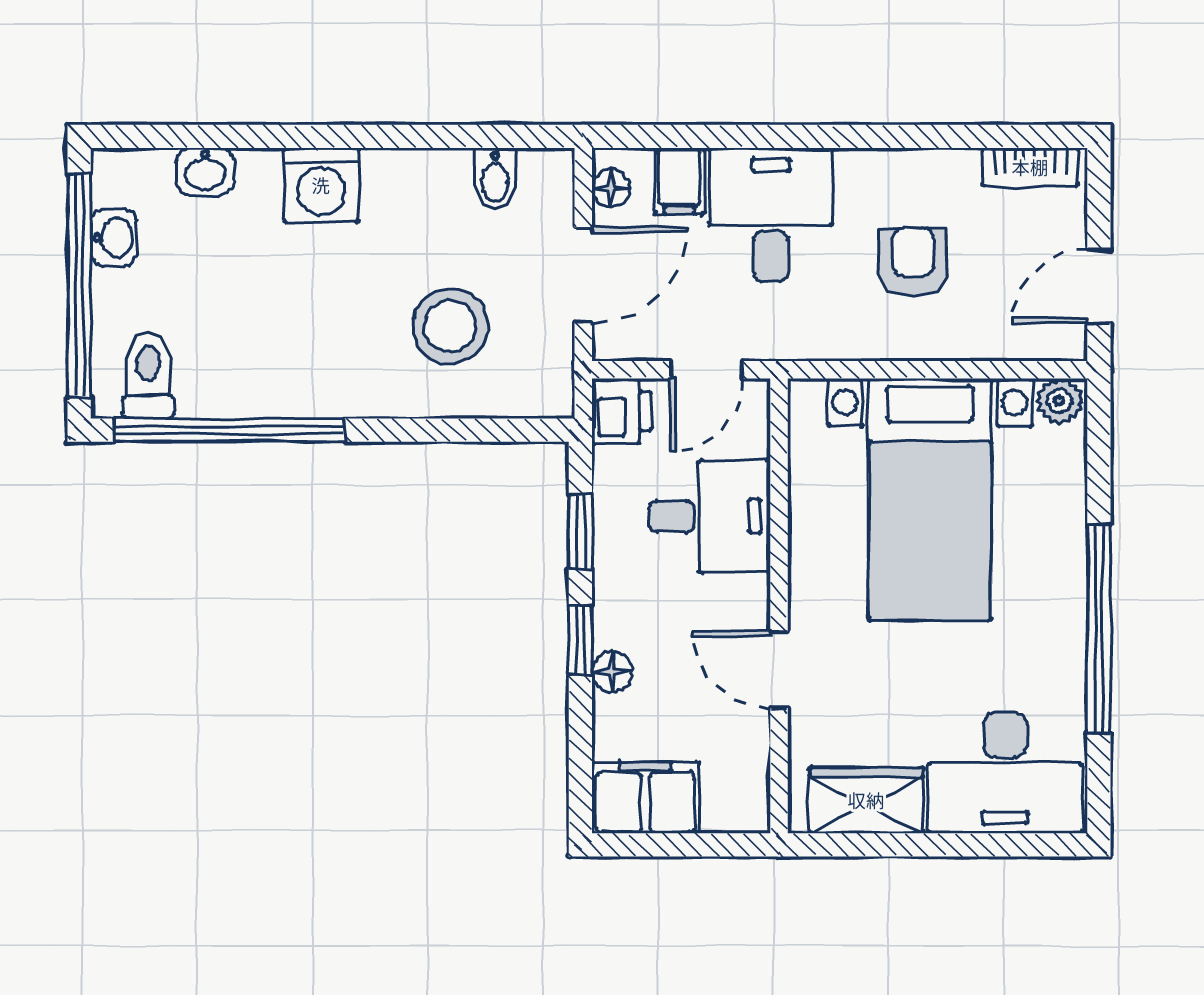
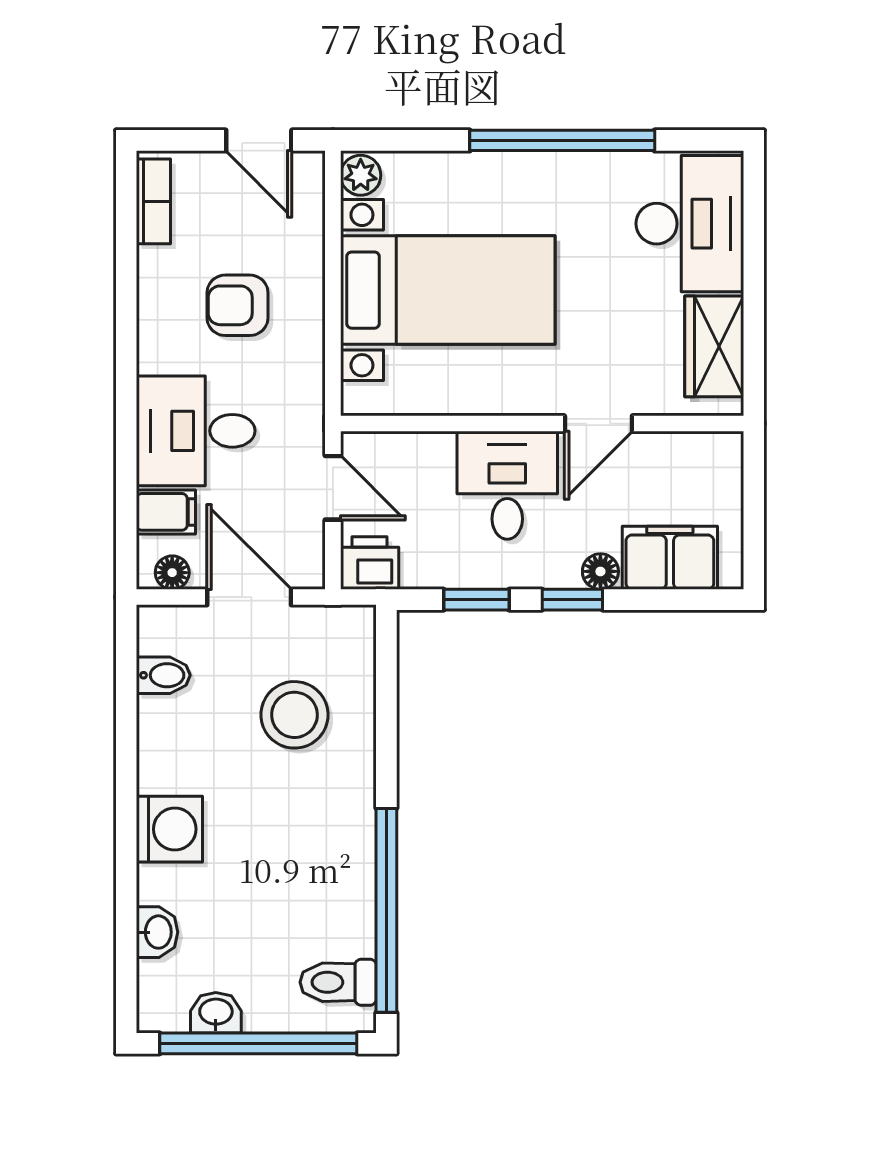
desk: (709, 516) -> (507, 485), moved
filing cabinet: (645, 798) -> (670, 558), moved, turned 90

